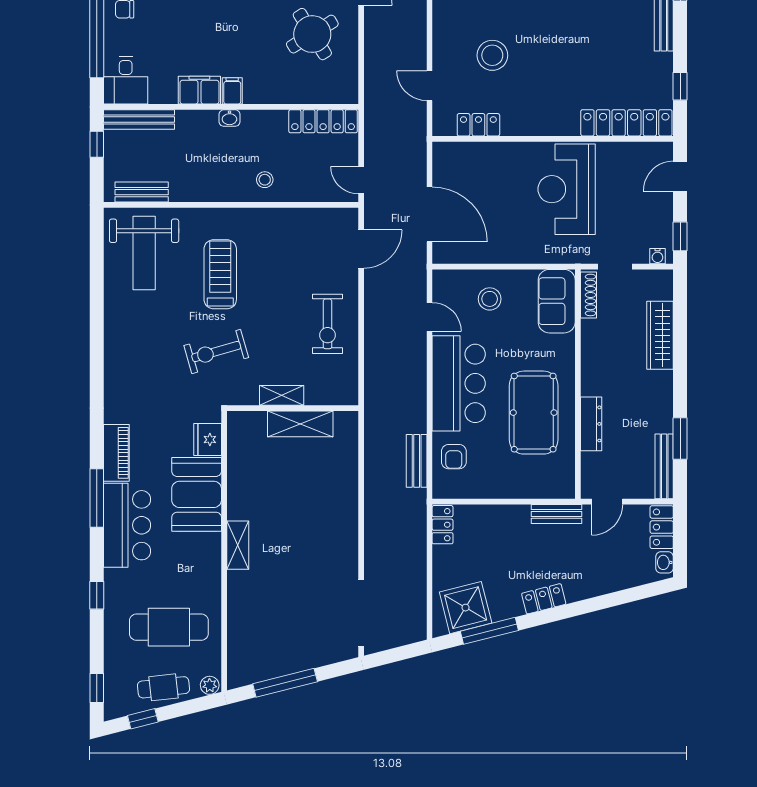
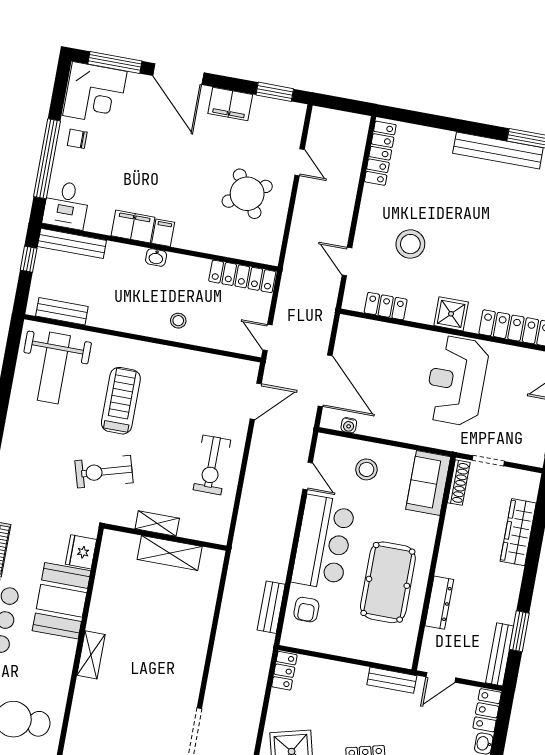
shower: (548, 120) -> (451, 314), added
water cooler: (657, 256) -> (349, 425), moved

